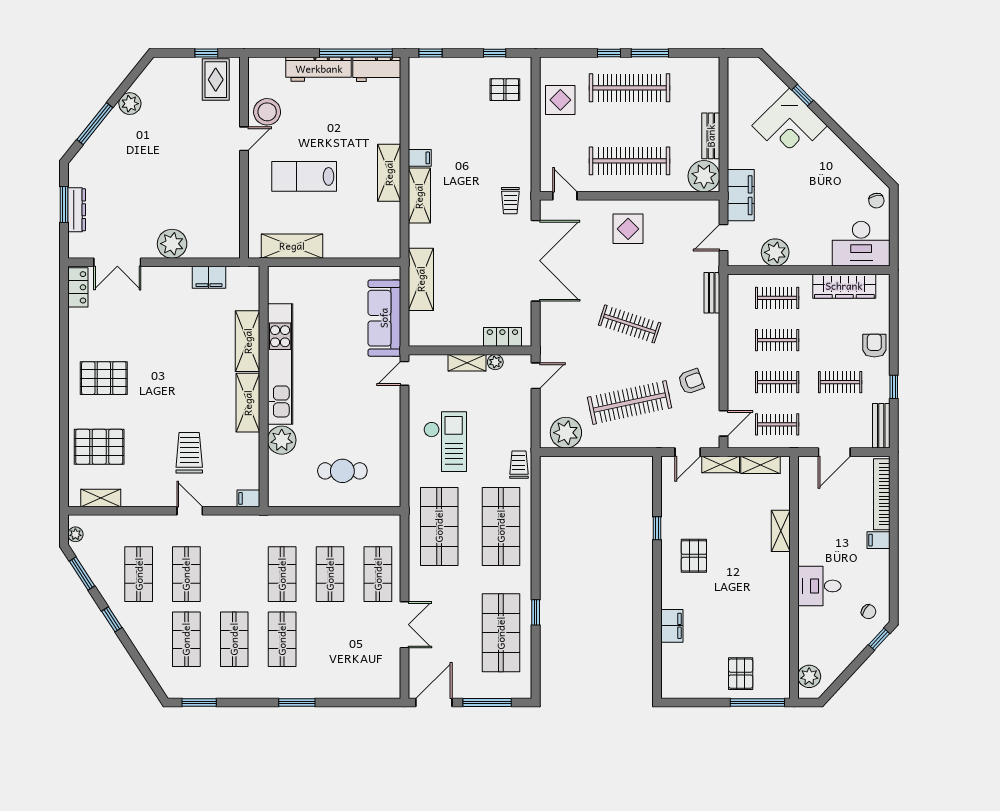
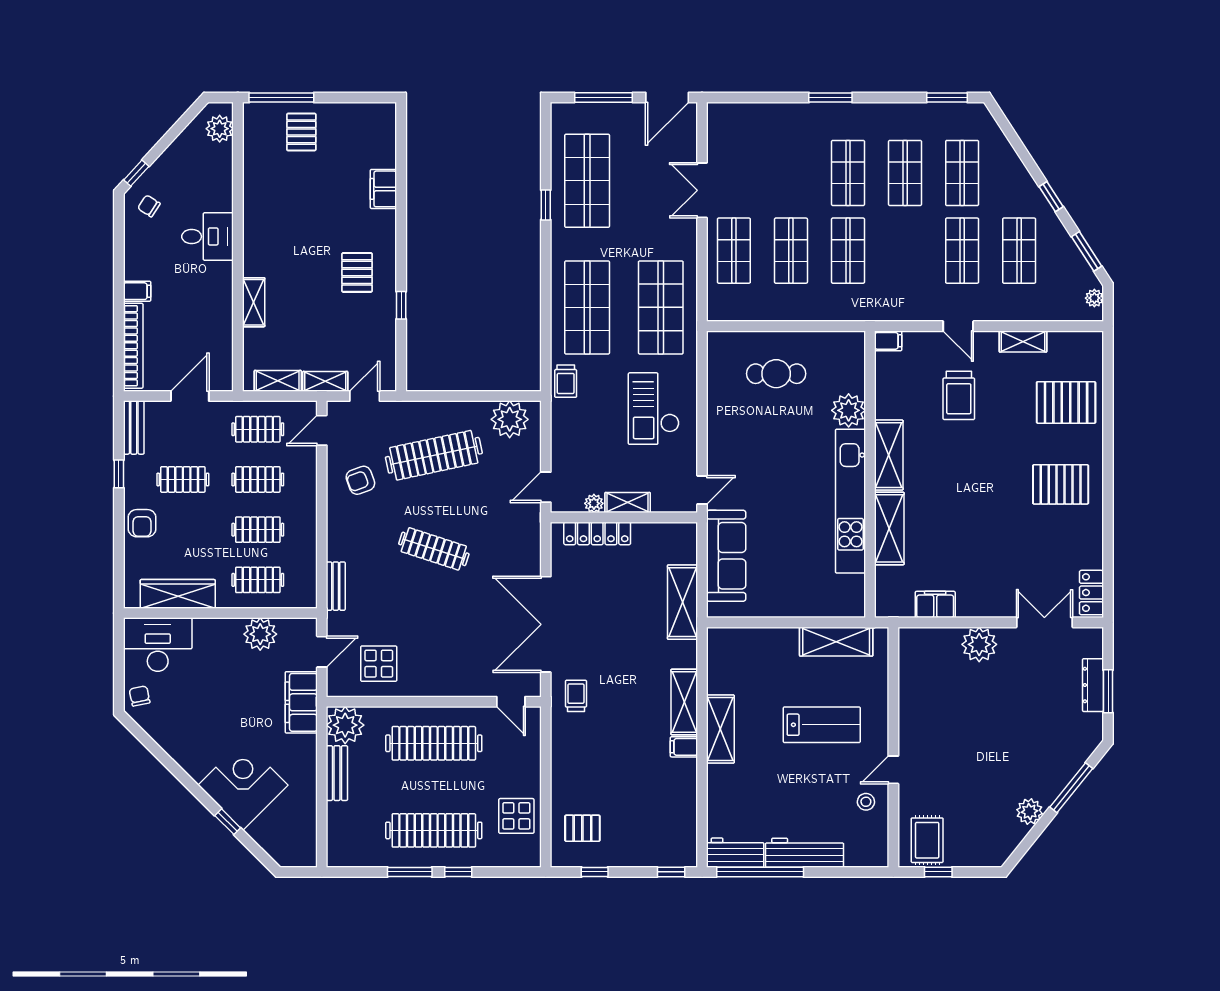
stool: (267, 112) -> (866, 802), width x0.53, depth x0.53
display table: (628, 229) -> (379, 664), moved
locker: (502, 337) -> (597, 533), width x1.53
shelving: (101, 498) -> (1023, 341), moved

